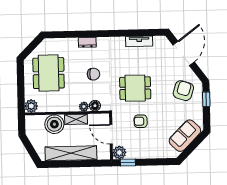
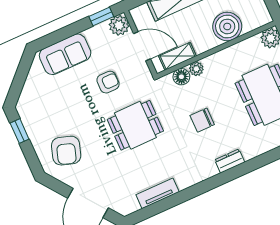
window: (206, 99) -> (20, 131), moved
shelving: (76, 119) -> (178, 56), moved
sofa: (185, 136) -> (65, 54), moved, turned 45

